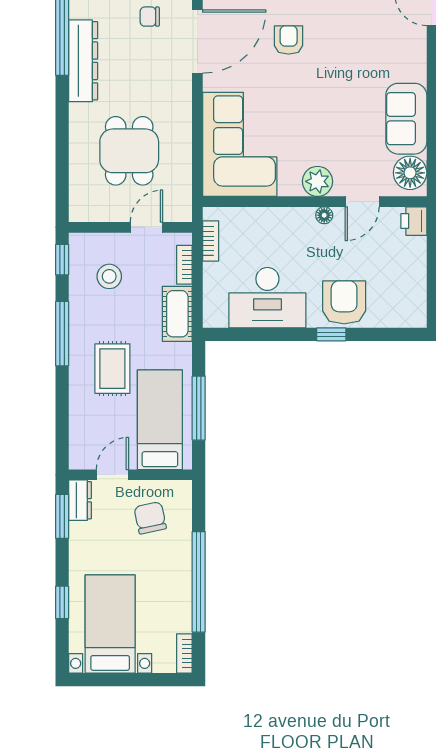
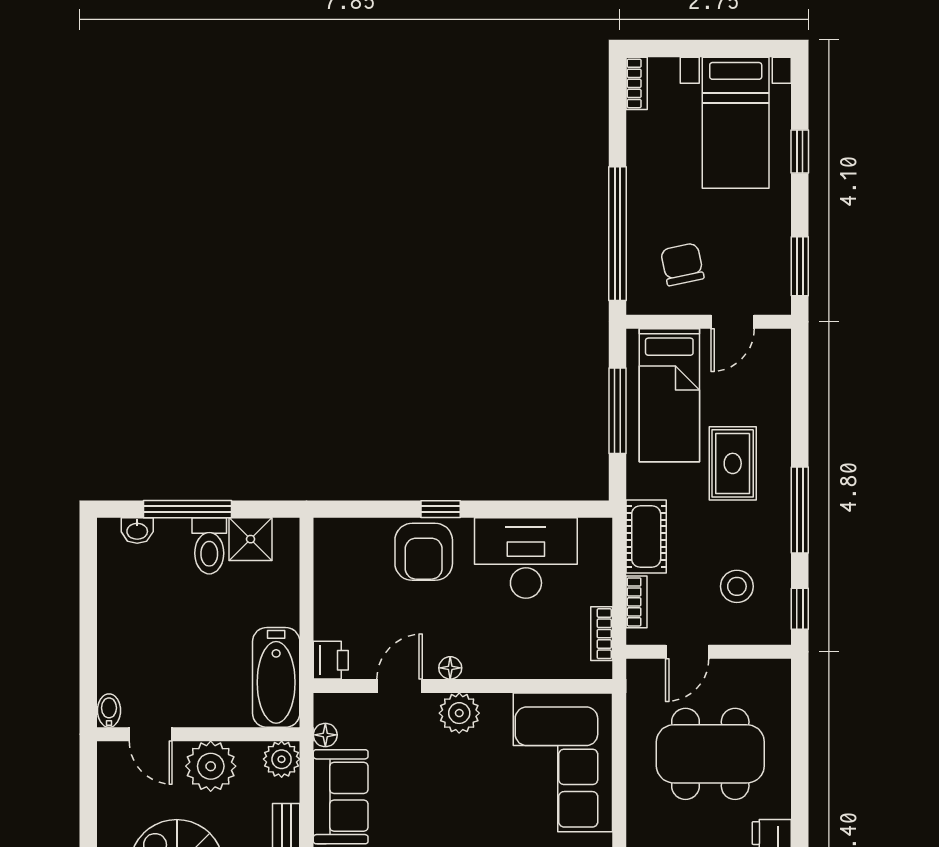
dining table: (129, 151) -> (710, 754), width x1.38
floor lamp: (410, 173) -> (325, 735), width x0.53, depth x0.53
dresser: (80, 500) -> (776, 288), removed
chair: (150, 518) -> (682, 264), turned 180
window: (199, 582) -> (618, 234), moved

